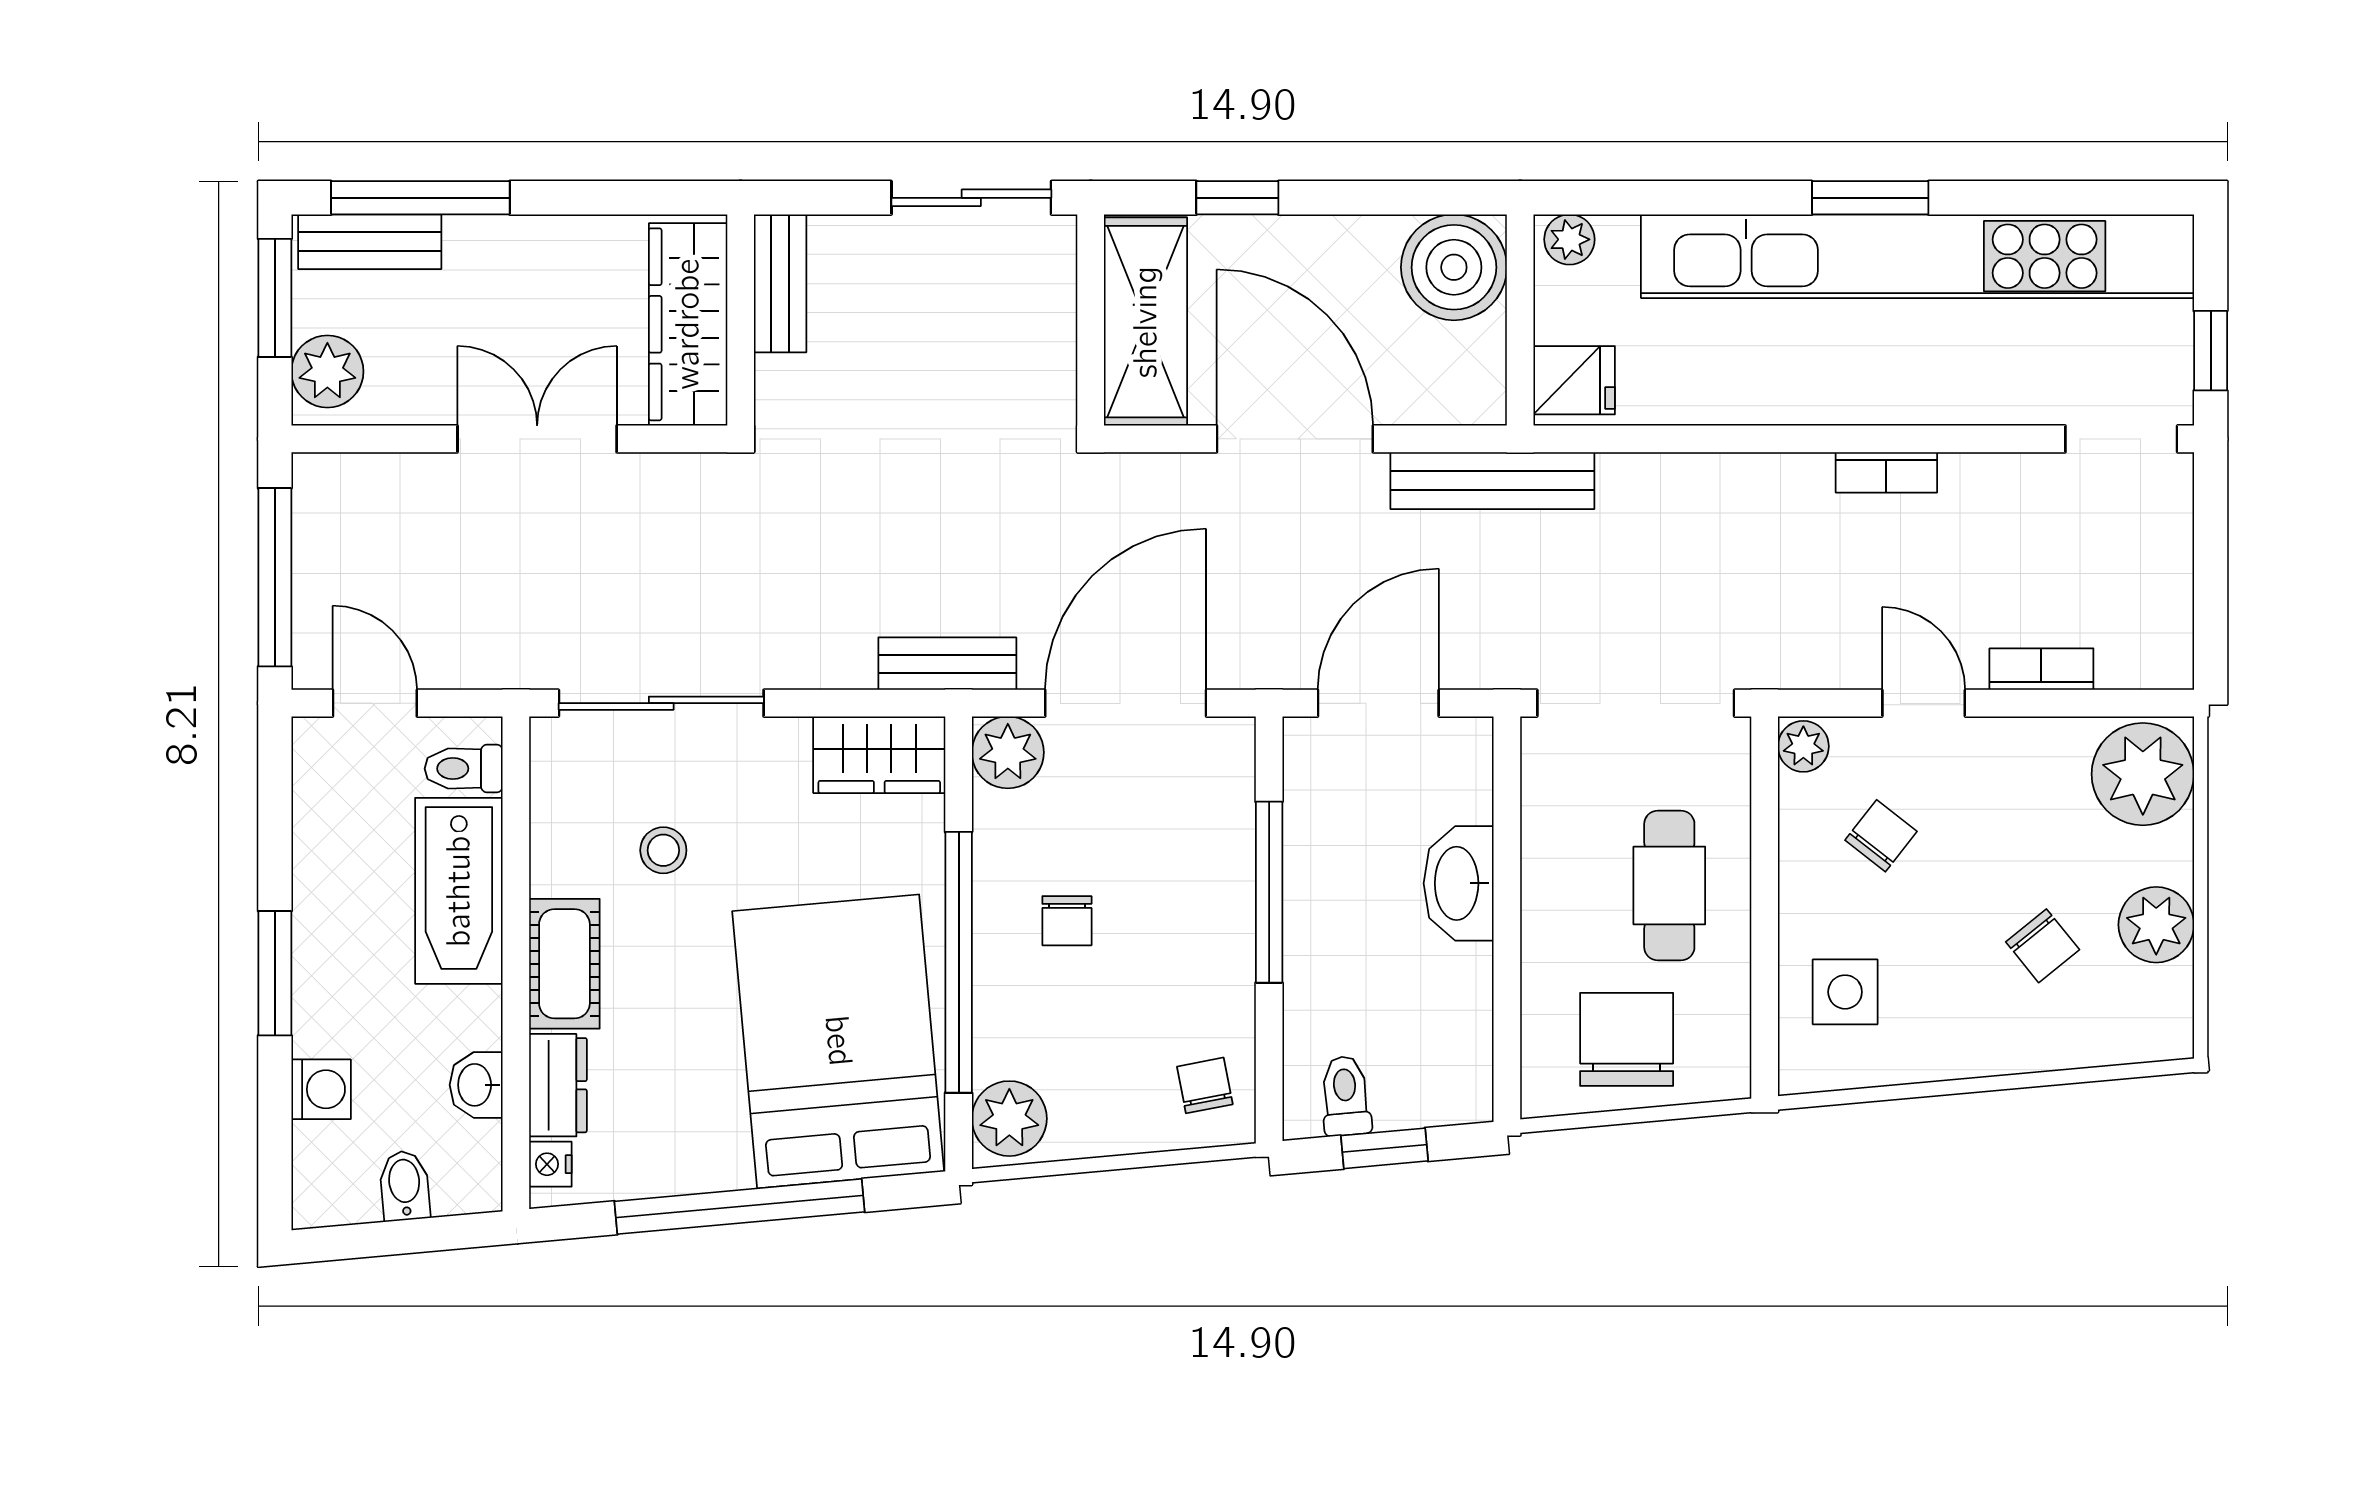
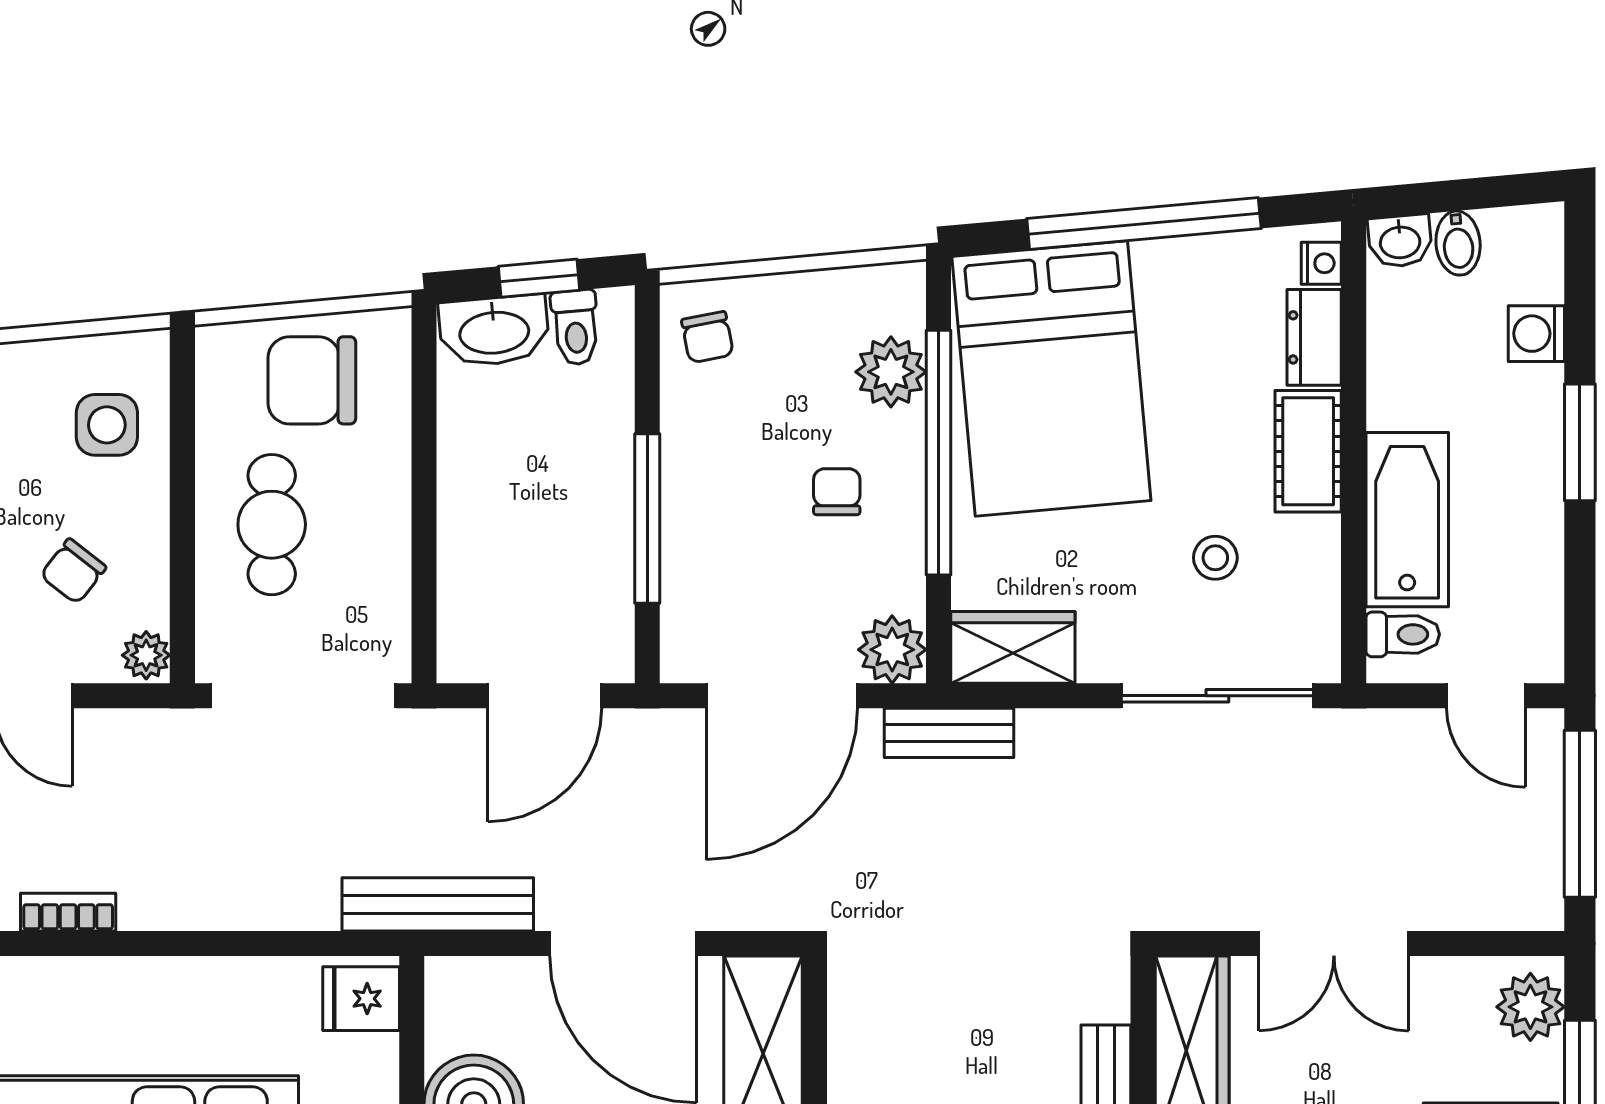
washbasin: (1459, 883) -> (494, 331), moved, turned 85
chair: (1627, 1039) -> (312, 380), turned 90
washbasin: (476, 1085) -> (1400, 241), moved, turned 85
plant: (1009, 1119) -> (891, 372), moved

